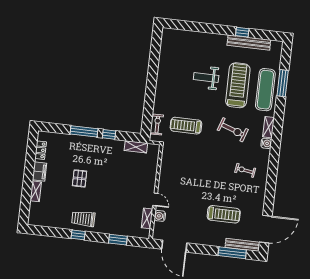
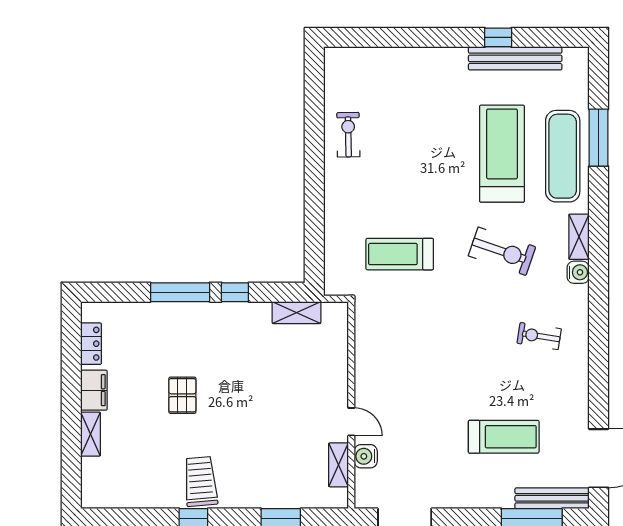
weight bench: (206, 77) -> (431, 145), removed
exercise bike: (157, 125) -> (348, 135), moved
trolley: (83, 219) -> (201, 481), turned 85

